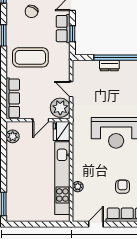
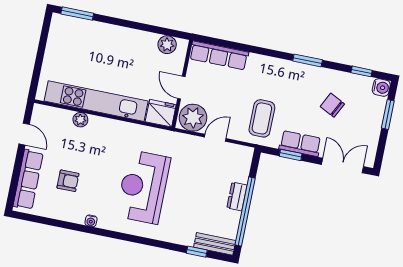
coffee table: (30, 57) -> (262, 118), moved, width x0.73, depth x0.76

